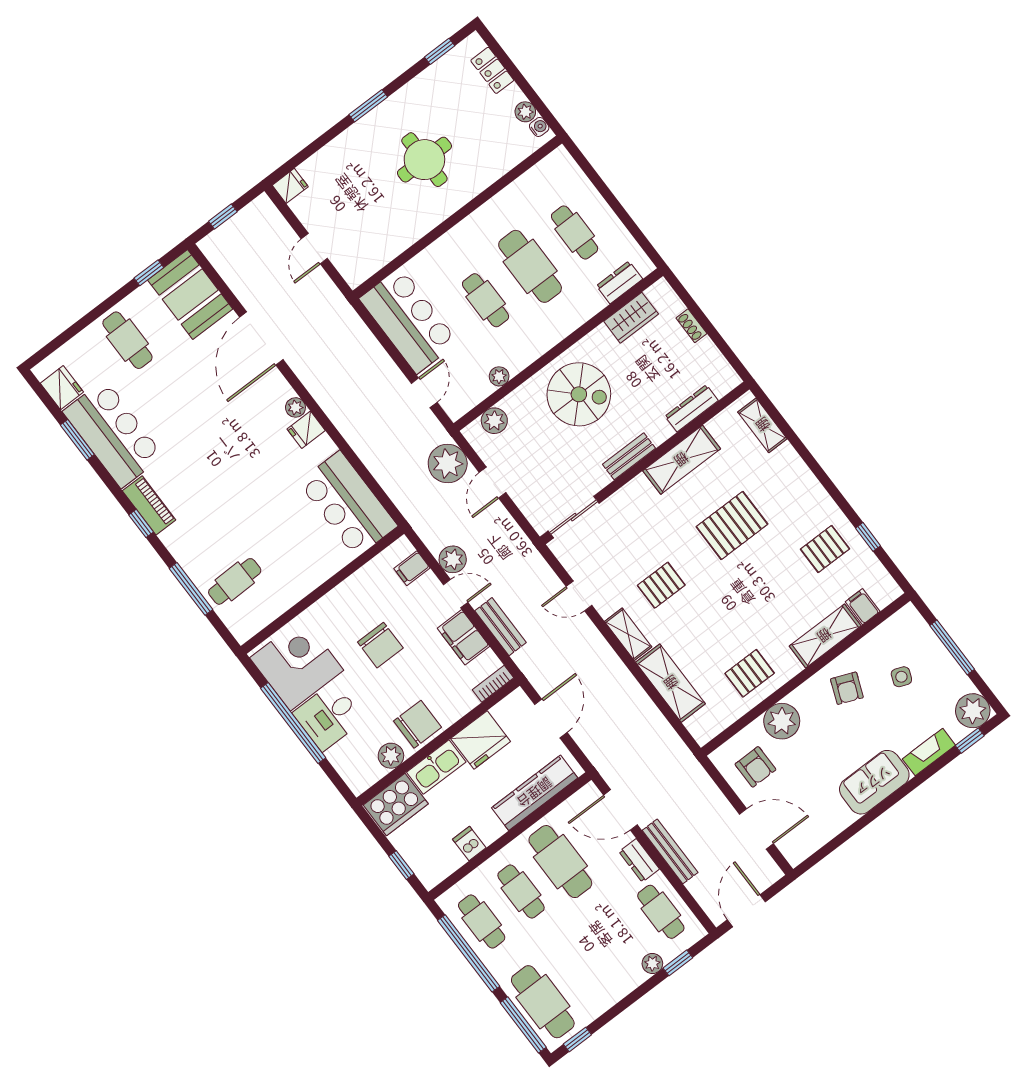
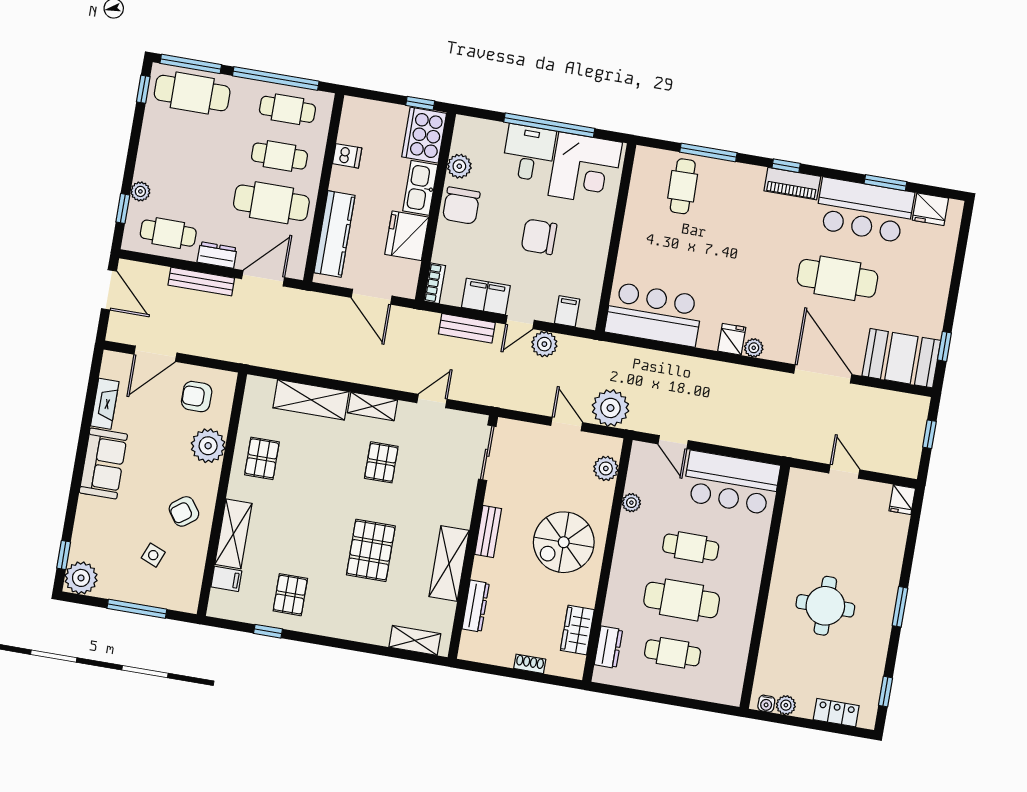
cafe table: (127, 340) -> (837, 278), moved, width x1.37, depth x1.35
armchair: (847, 688) -> (184, 511), turned -58
fireplace: (929, 752) -> (105, 404), moved
window: (401, 865) -> (420, 103), moved

